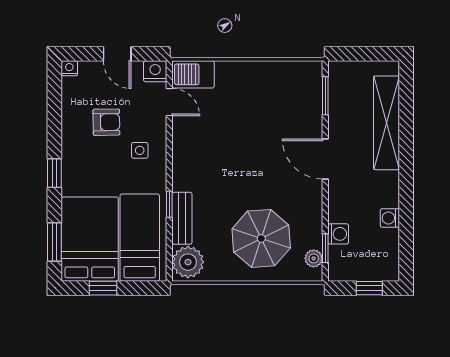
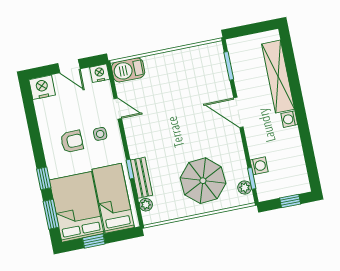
nightstand: (69, 68) -> (42, 87), width x1.89, depth x1.79
door: (169, 102) -> (118, 109), moved
armchair: (106, 122) -> (72, 141), moved
window: (54, 173) -> (44, 178), moved
washing machine: (390, 218) -> (289, 119), moved
plant: (188, 262) -> (146, 205), width x0.53, depth x0.53

